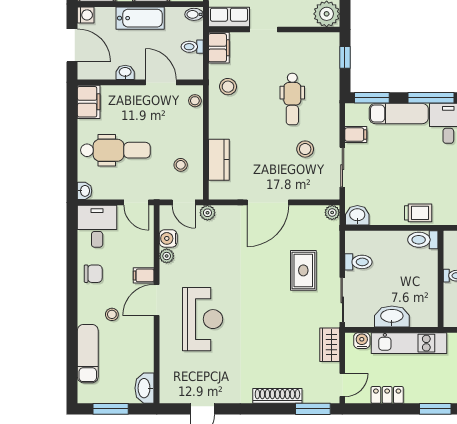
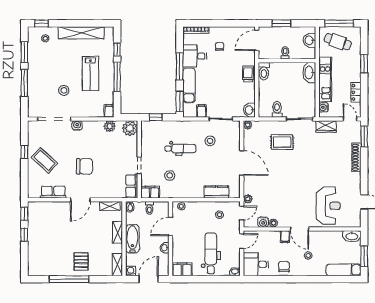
stool: (228, 87) -> (170, 175), moved
washbasin: (392, 316) -> (309, 73), moved
reception desk: (203, 319) -> (328, 206), moved, turned 90
exam couch: (88, 354) -> (344, 270), moved

